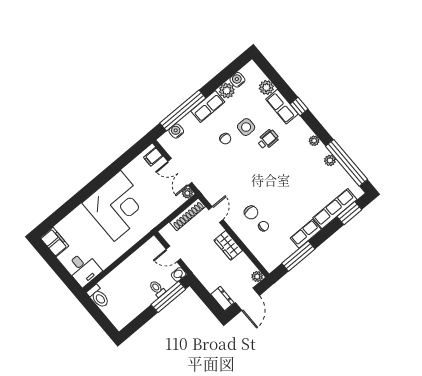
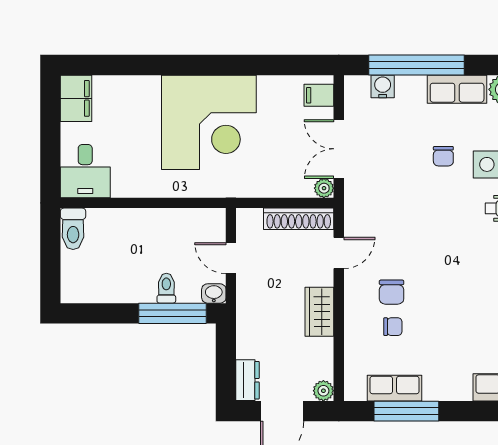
row of seats: (306, 234) -> (395, 388), moved

